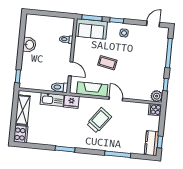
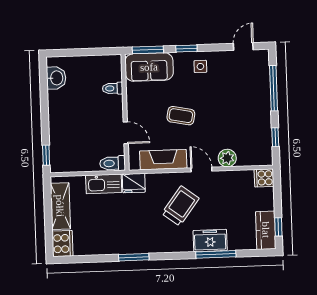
washbasin: (29, 45) -> (56, 78), moved
plant: (157, 96) -> (227, 158), moved
freezer: (115, 145) -> (210, 241), added

